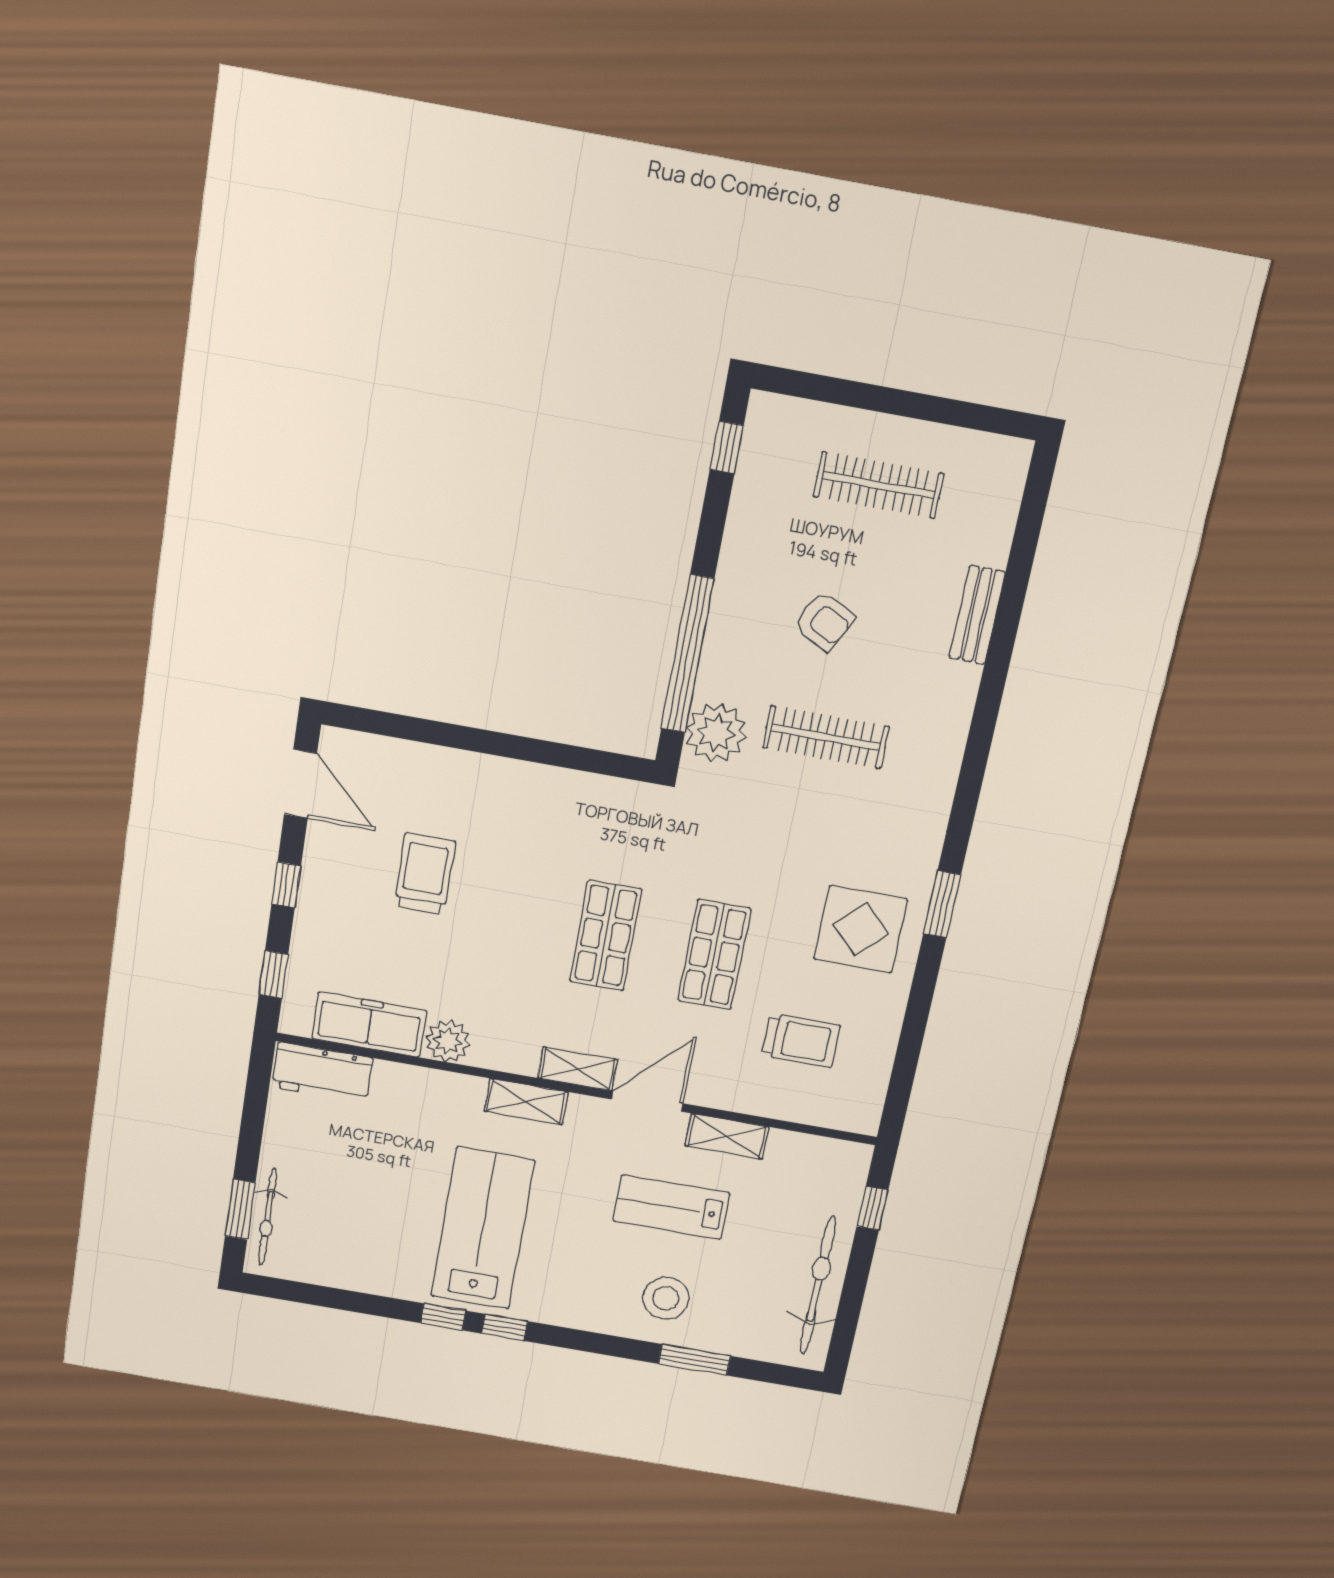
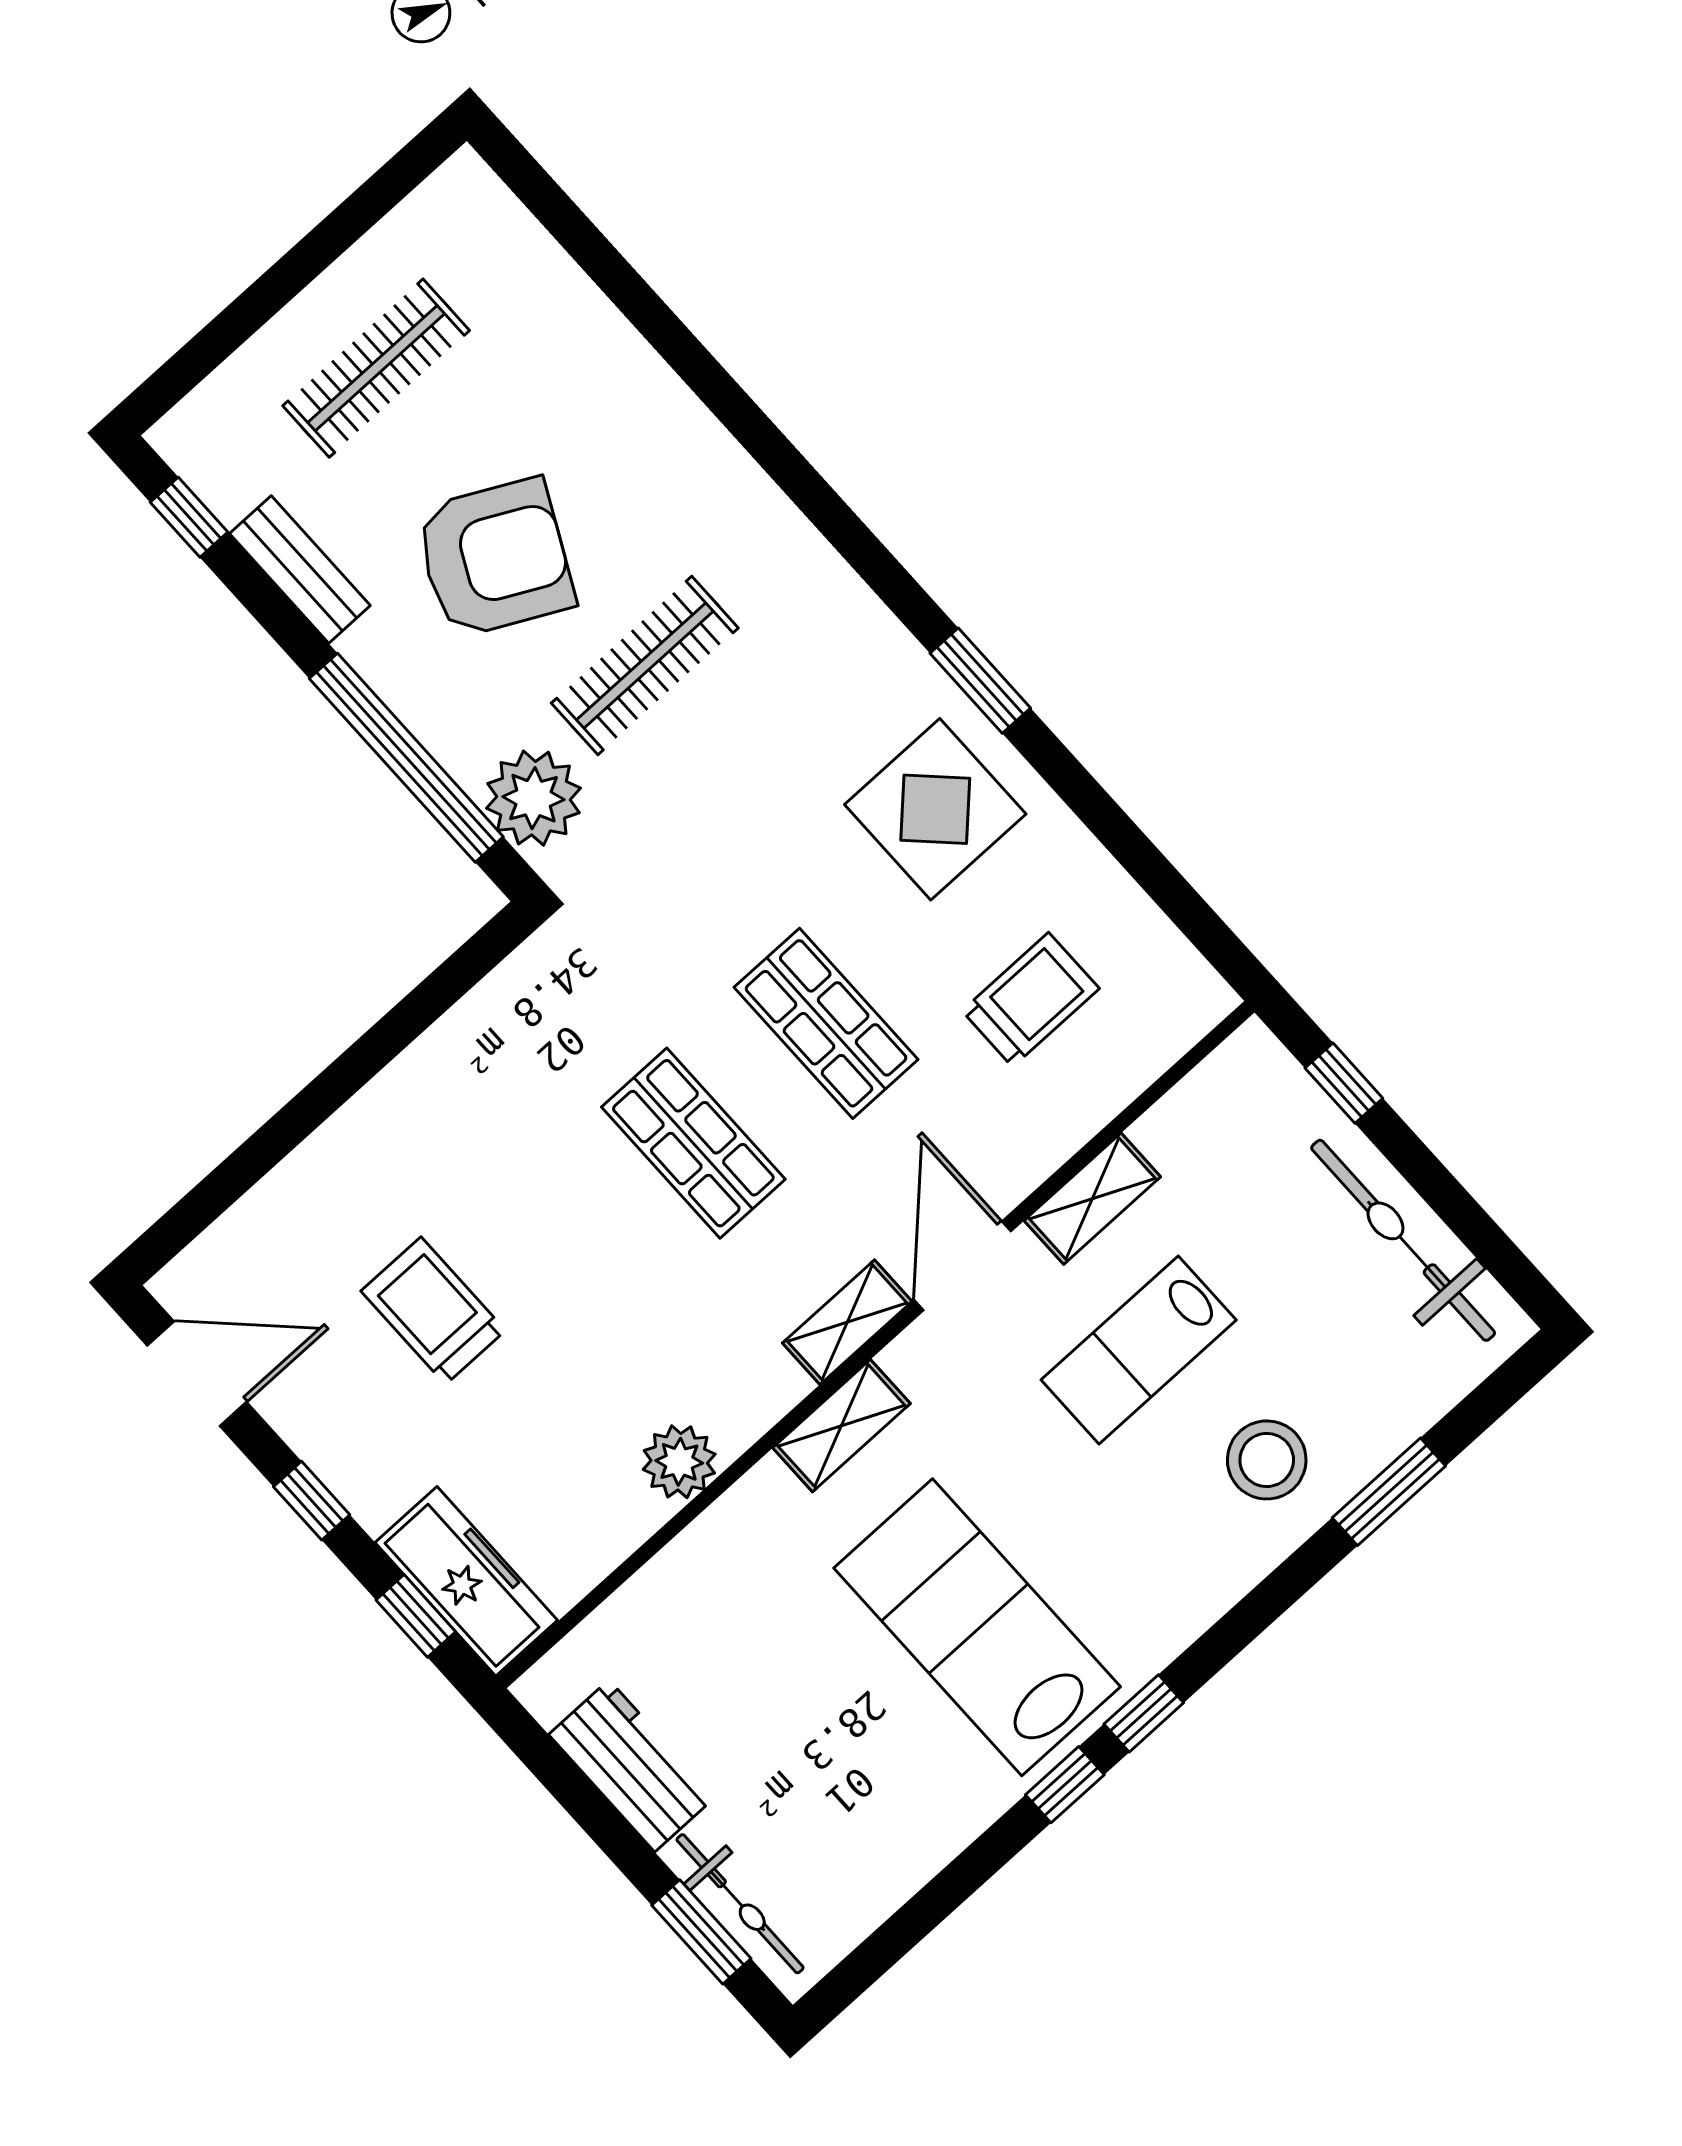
bench: (977, 615) -> (300, 570), moved
armchair: (824, 621) -> (495, 558), width x1.88, depth x1.88
freezer: (369, 1025) -> (466, 1581), moved, turned 90
workbench: (322, 1073) -> (632, 1766), moved, turned -90

